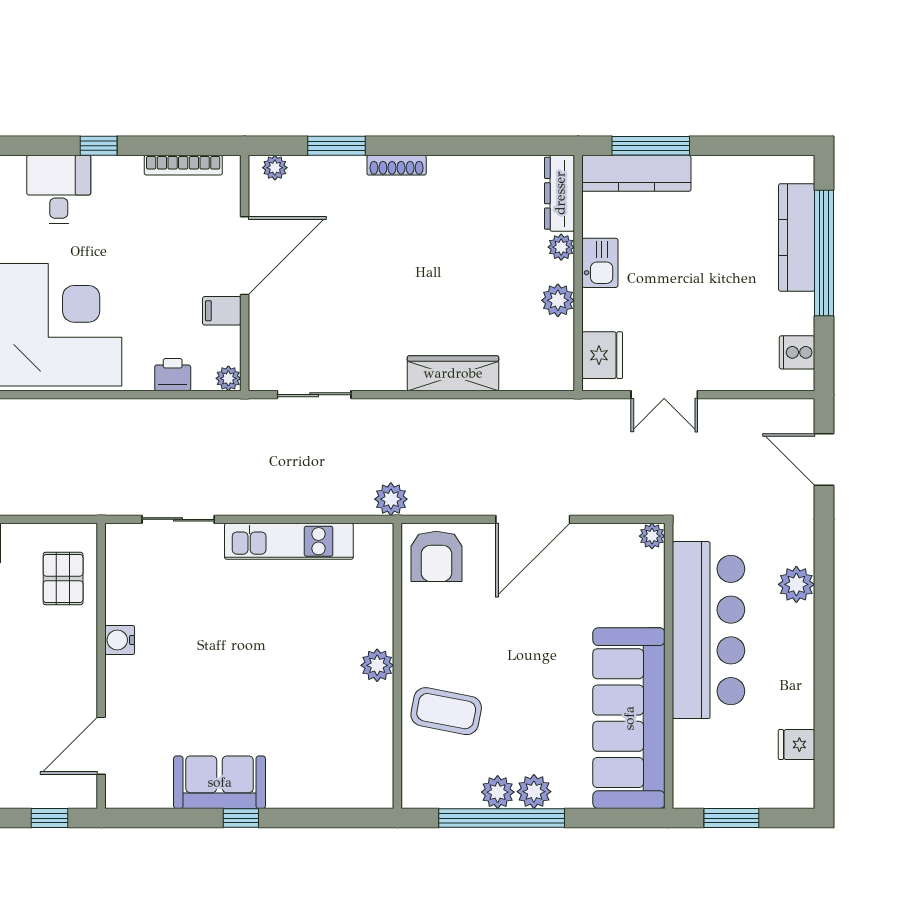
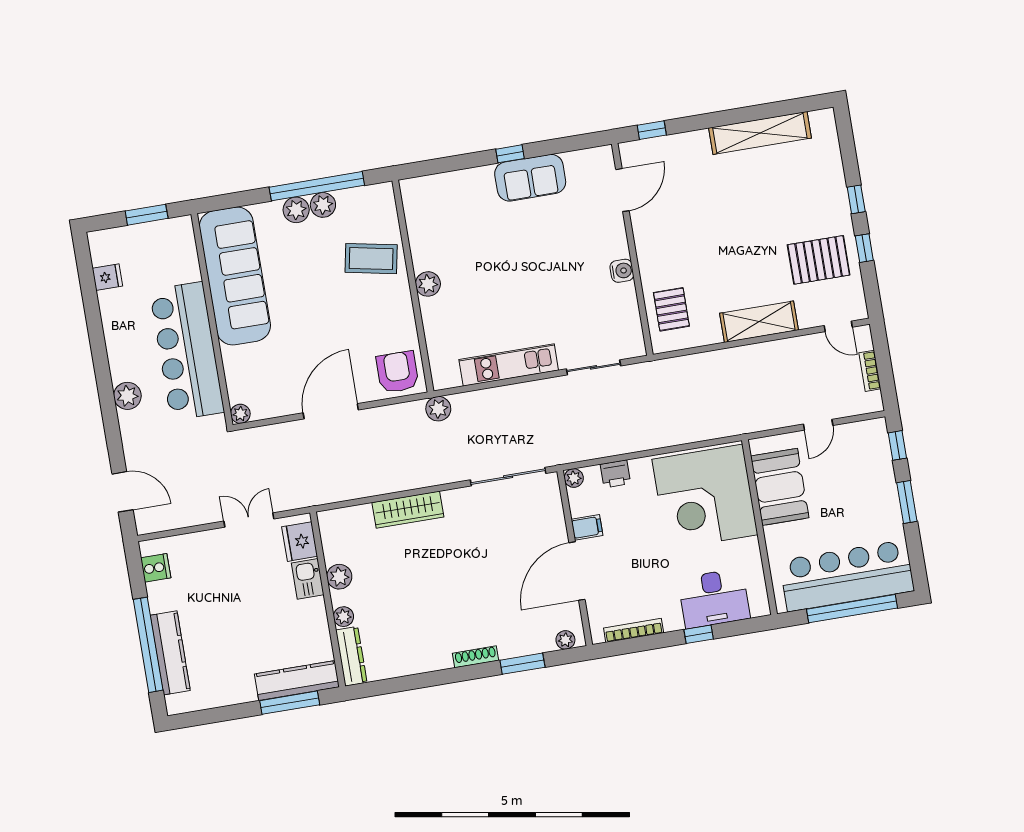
desk: (59, 190) -> (714, 598), width x1.37
kitchen sink: (600, 263) -> (308, 579), moved
sliding door: (314, 395) -> (508, 477), width x1.37

